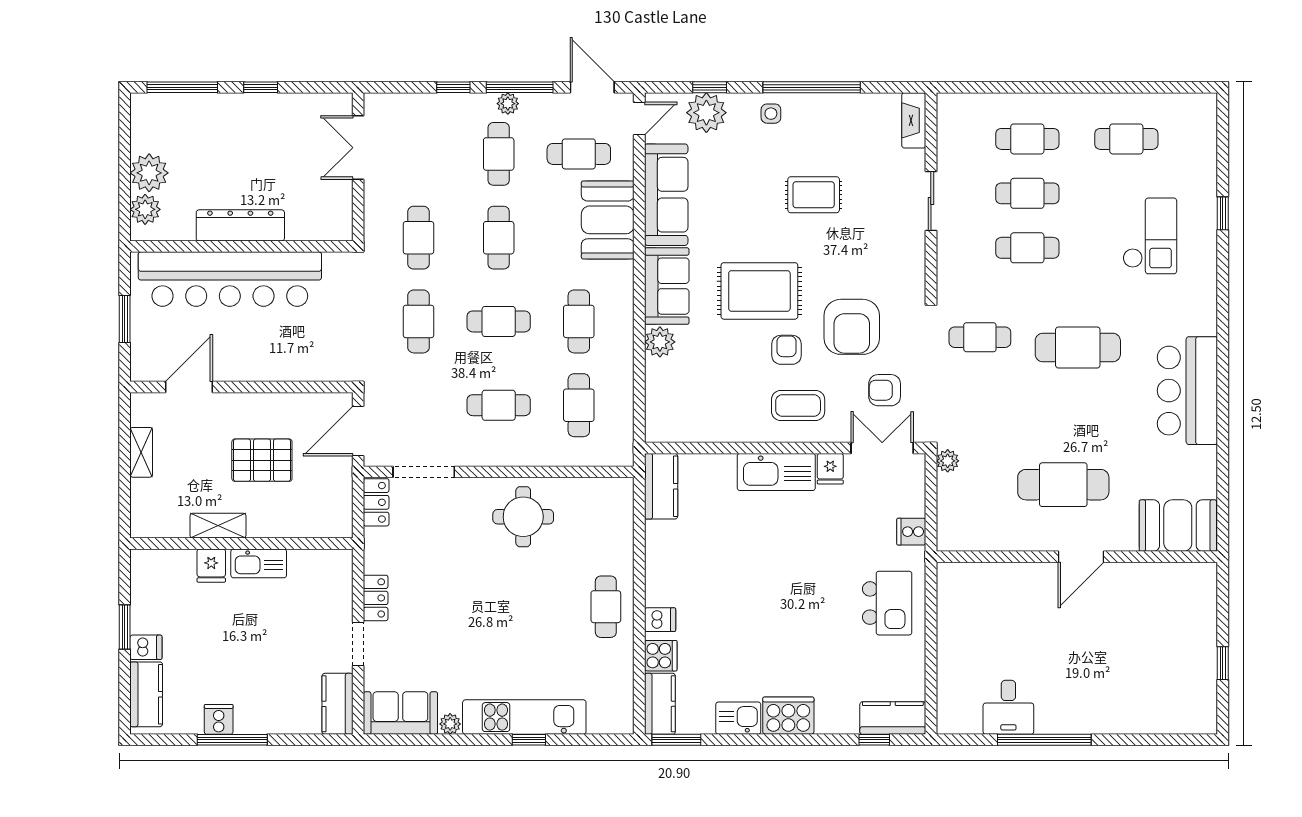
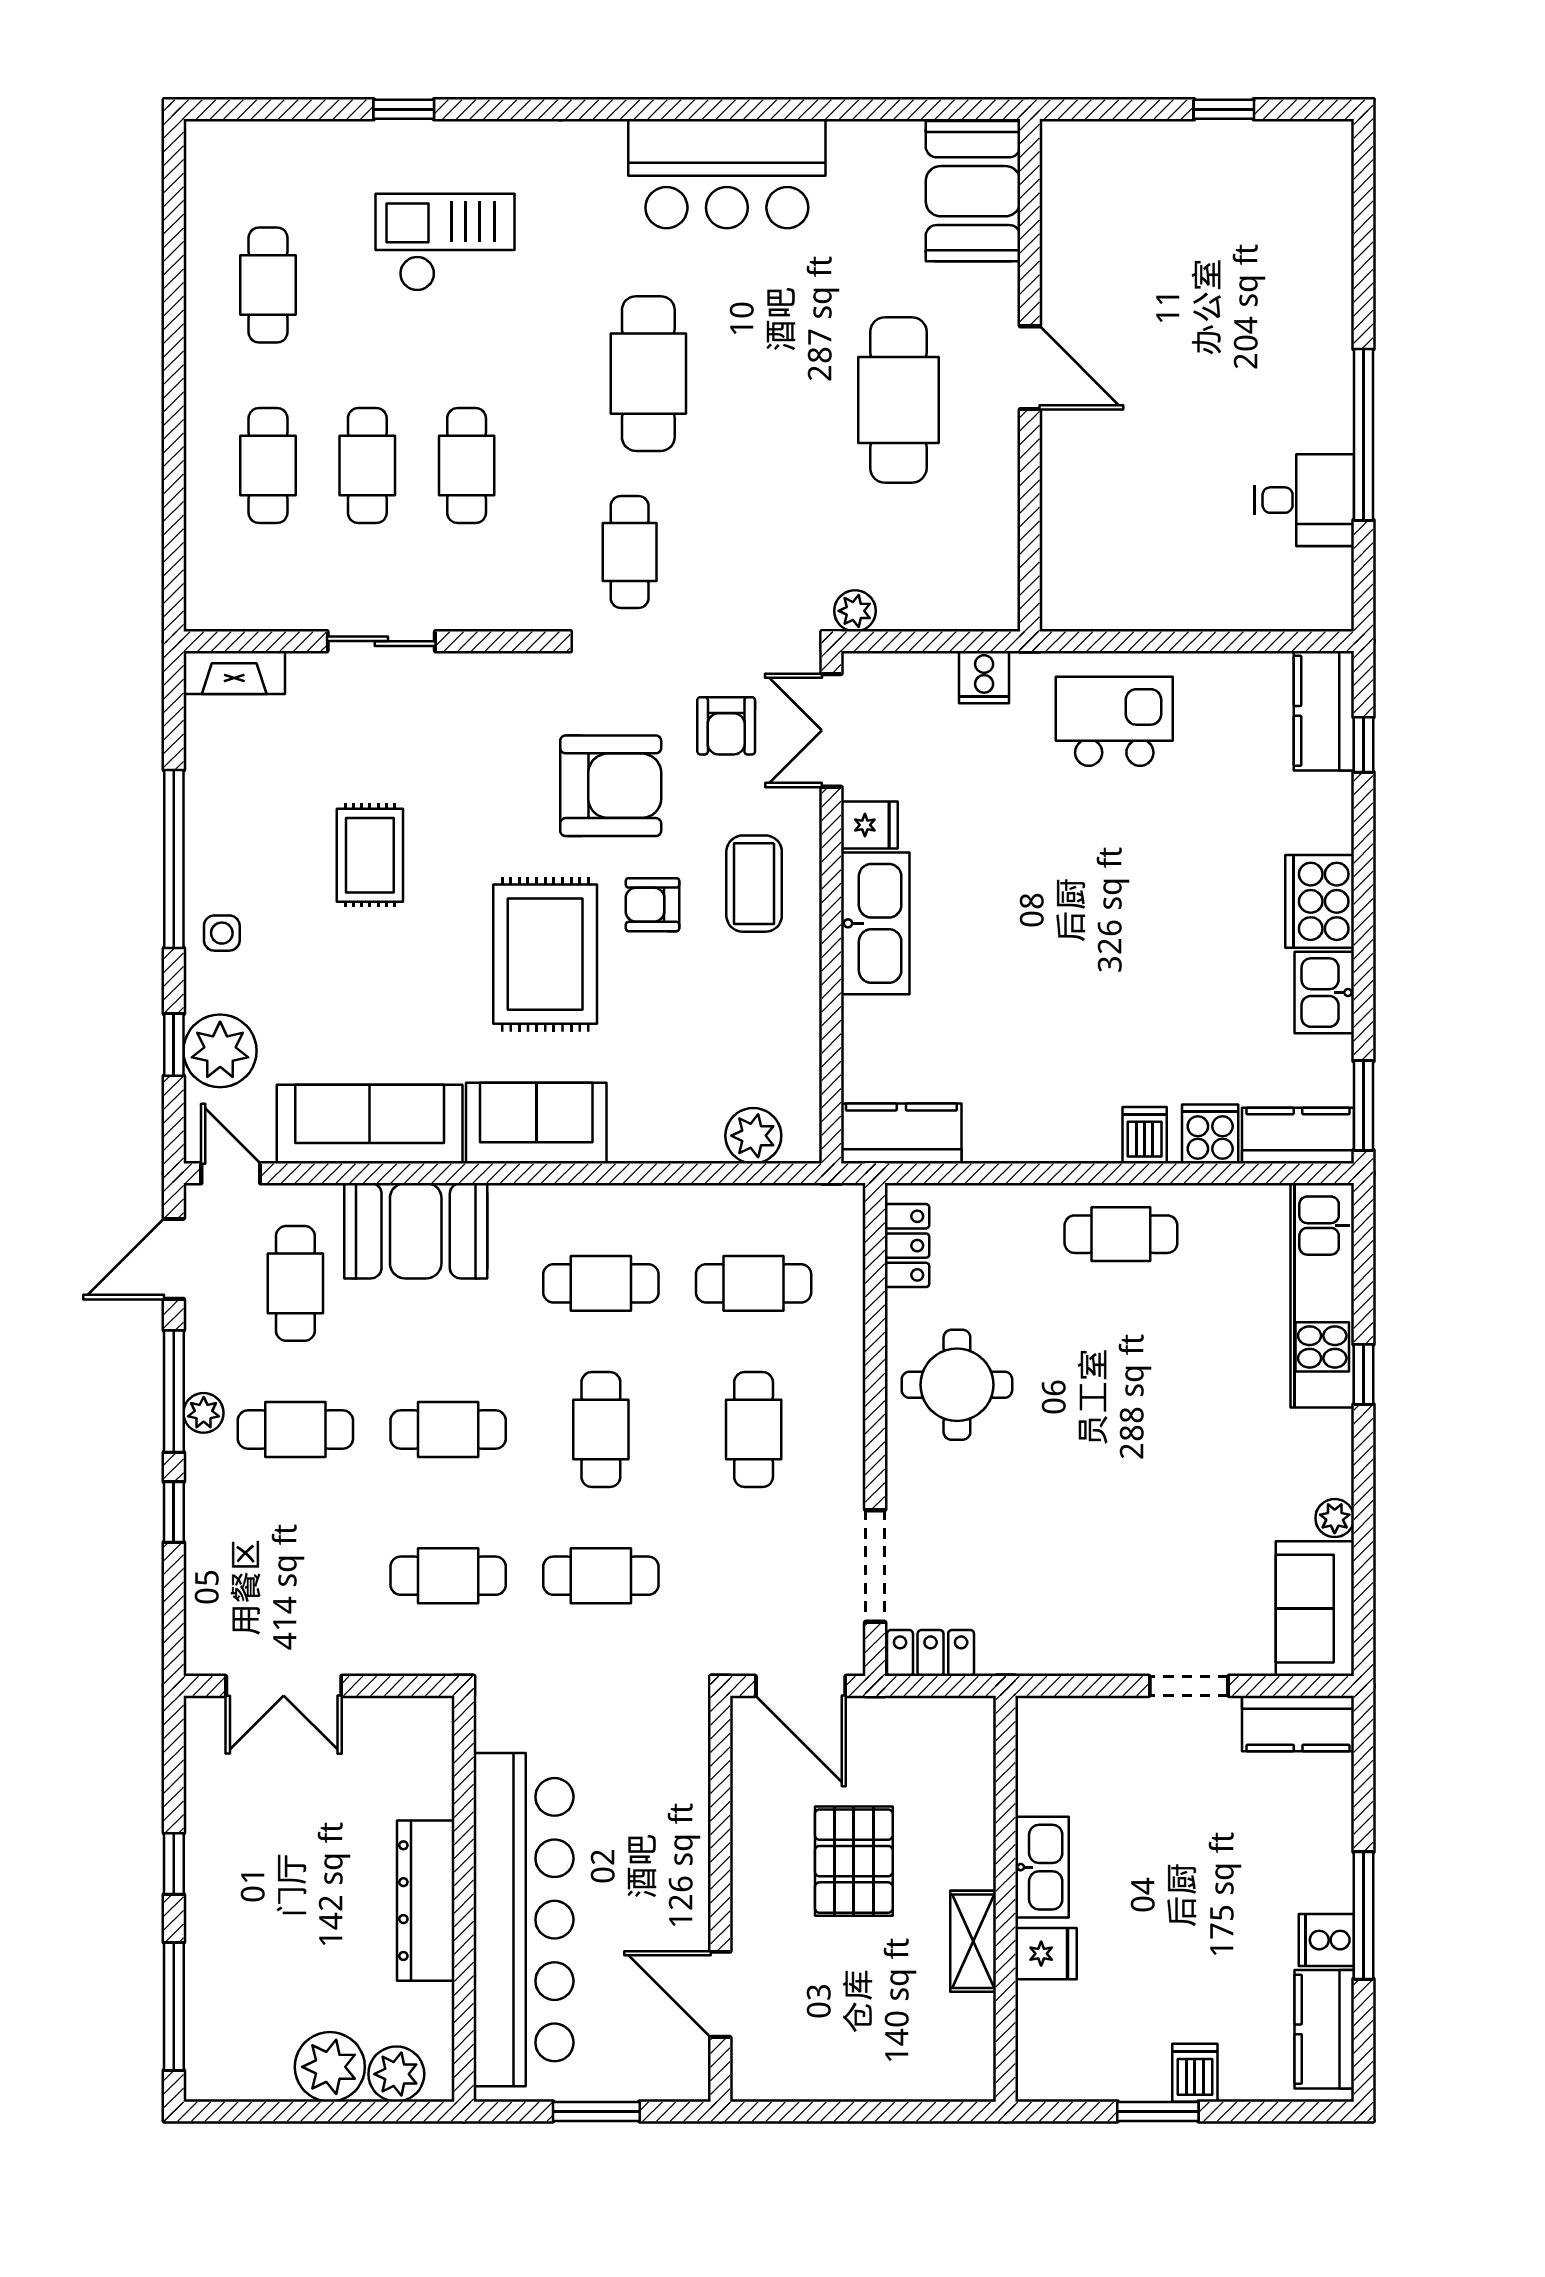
plant: (660, 342) -> (753, 1136), moved
shelving: (141, 452) -> (839, 2081), removed
locker: (376, 598) -> (907, 1246), moved, turned 90
kitchen counter: (146, 694) -> (1324, 2029), moved, turned -90
kitchen unit: (524, 717) -> (1322, 1295), moved

